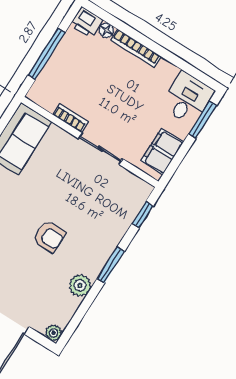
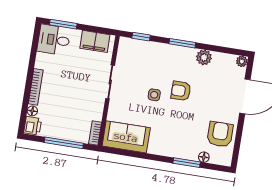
bookcase: (70, 118) -> (95, 133), moved
side table: (59, 199) -> (154, 95), added
armchair: (49, 236) -> (181, 91), turned -90

